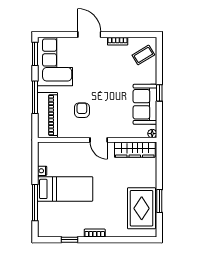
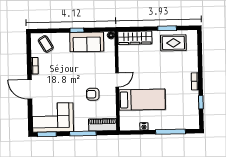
door: (89, 35) -> (30, 89), hinge flipped
piano: (47, 115) -> (103, 125), width x0.73, depth x0.75
wardrobe: (135, 150) -> (135, 38), moved, turned 90
bed: (65, 189) -> (142, 100), moved, turned 90
rug: (142, 208) -> (173, 43), width x0.73, depth x0.70

